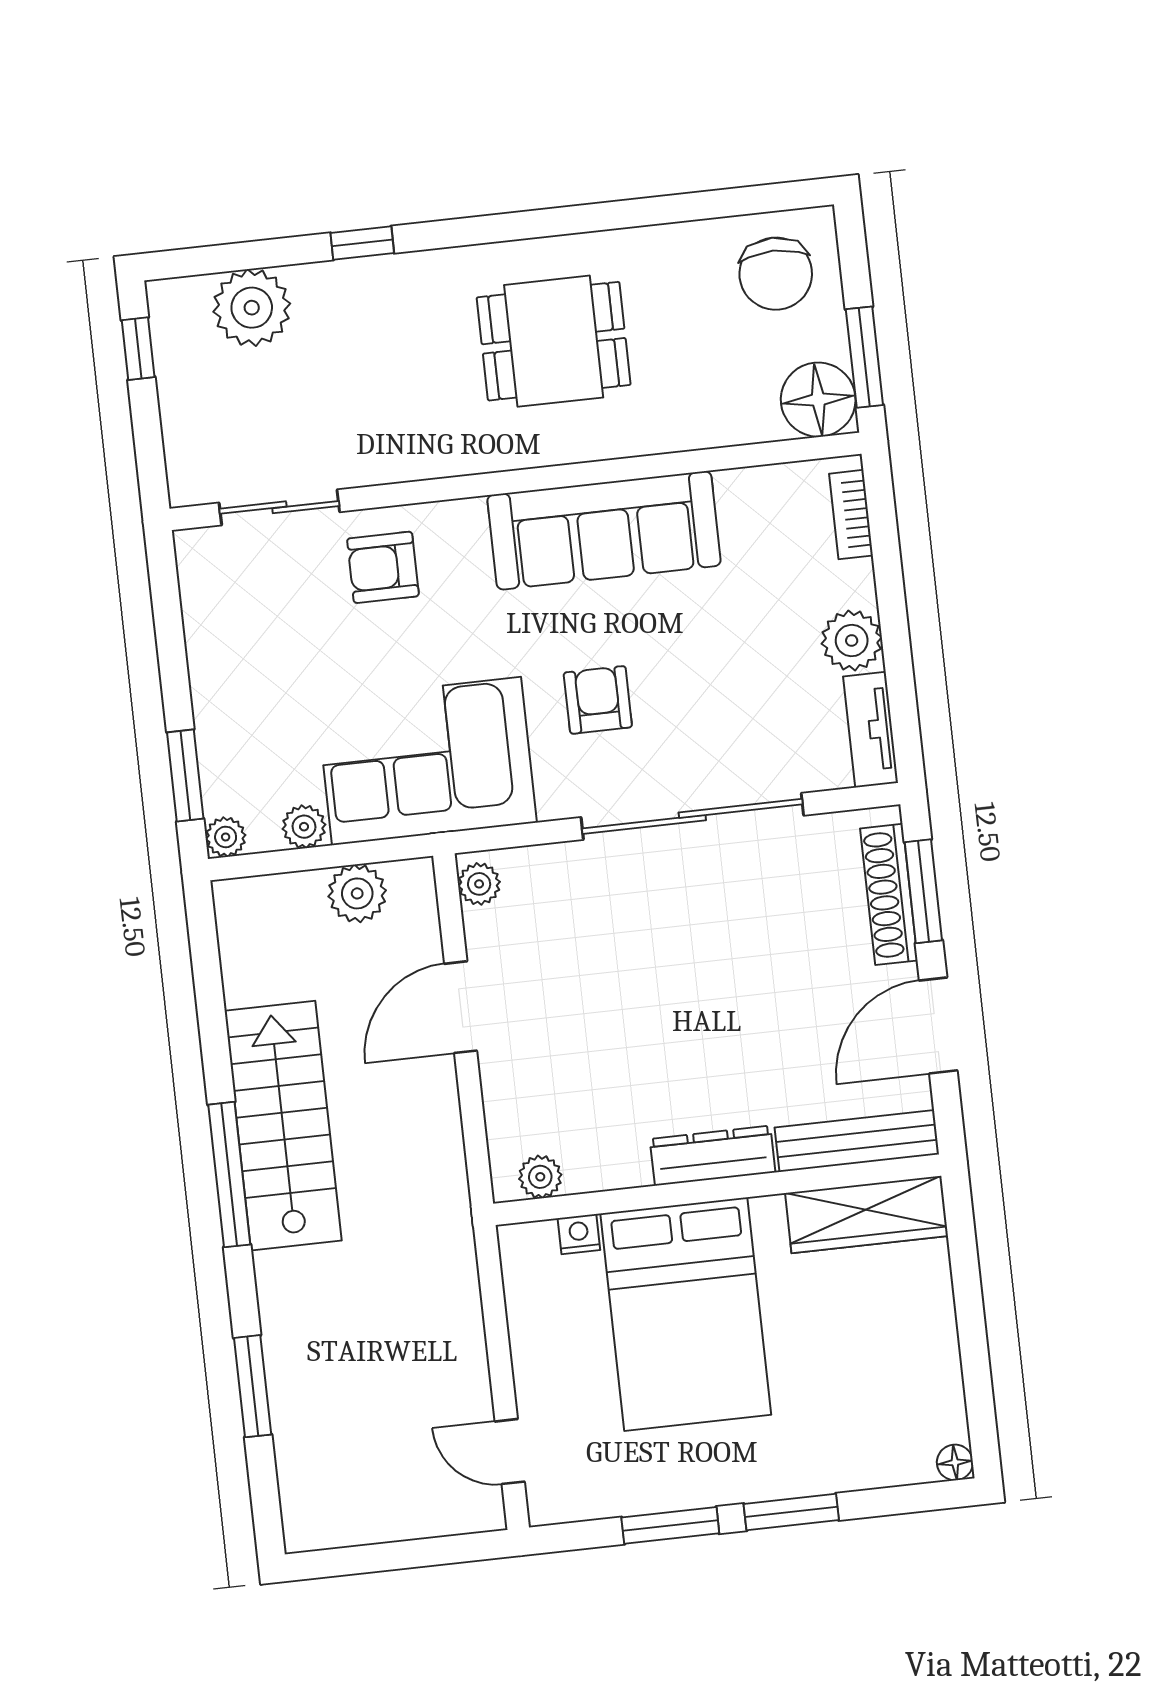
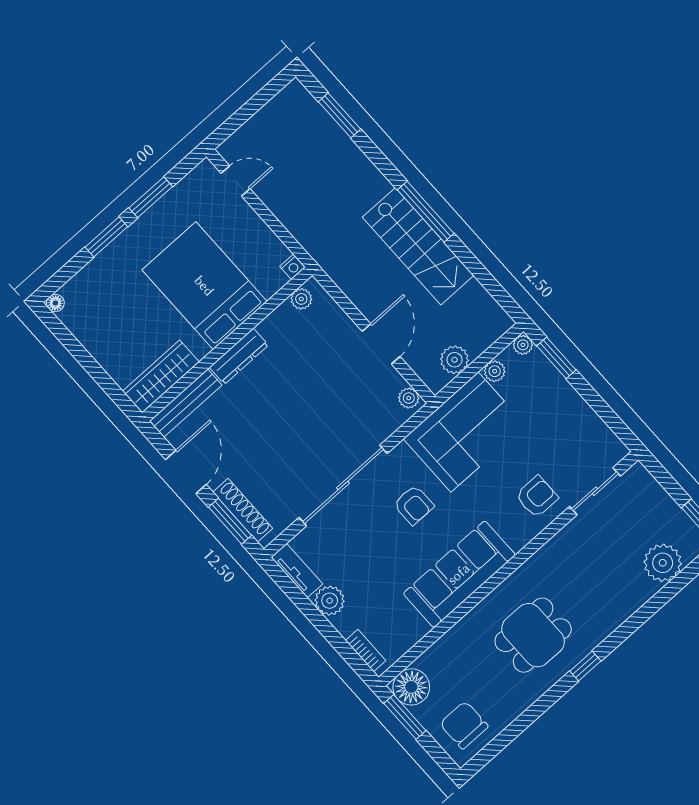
window: (362, 243) -> (585, 666), moved
nightstand: (579, 1234) -> (293, 267), moved
window: (253, 1386) -> (340, 115), moved

